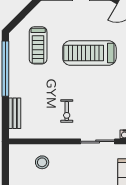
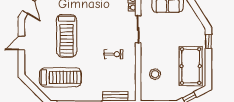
treadmill: (38, 45) -> (60, 77), width x1.37, depth x1.38

